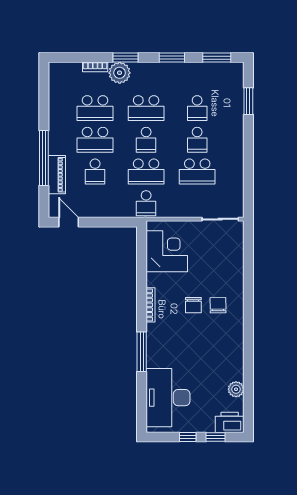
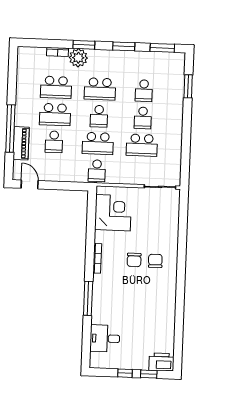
plant: (236, 389) -> (168, 334), removed
desk: (168, 398) -> (105, 338), width x0.53, depth x0.77

